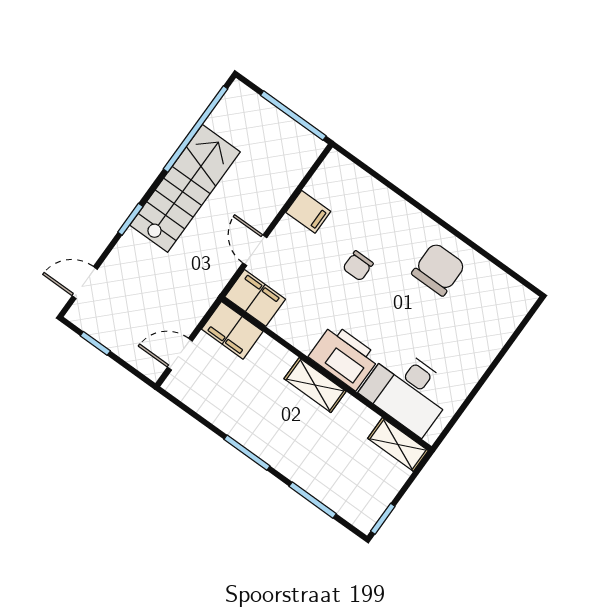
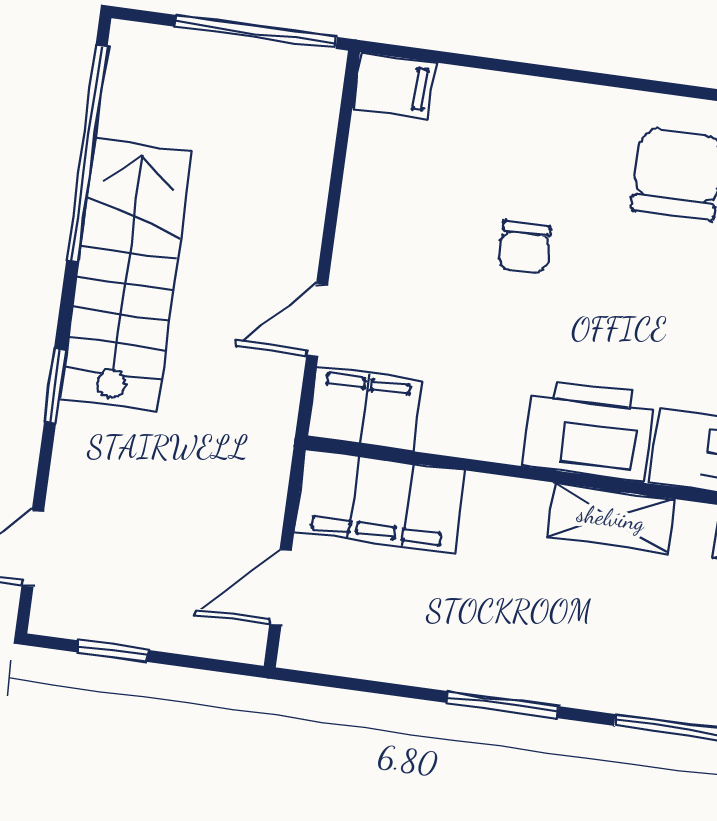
filing cabinet: (308, 212) -> (394, 86), moved
door: (255, 250) -> (317, 320), hinge flipped
filing cabinet: (232, 330) -> (380, 501), width x1.50, depth x1.17
shelving: (315, 385) -> (611, 518), moved

